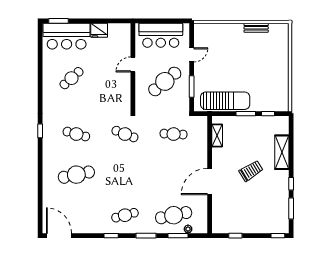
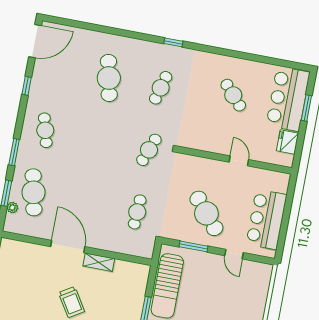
window: (59, 21) -> (306, 108), moved
door: (133, 64) -> (239, 161), moved
wall: (133, 67) -> (235, 160), moved
shelving: (217, 136) -> (99, 262), moved
window: (111, 236) -> (27, 86), moved

